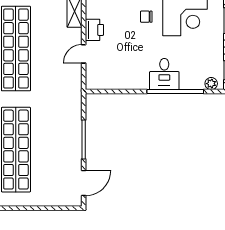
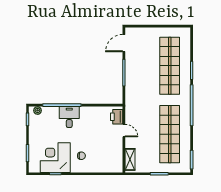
printer: (94, 30) -> (117, 117), moved
door: (84, 54) -> (124, 131), hinge flipped

